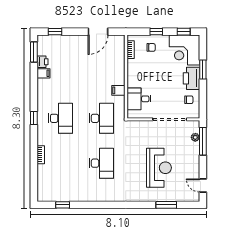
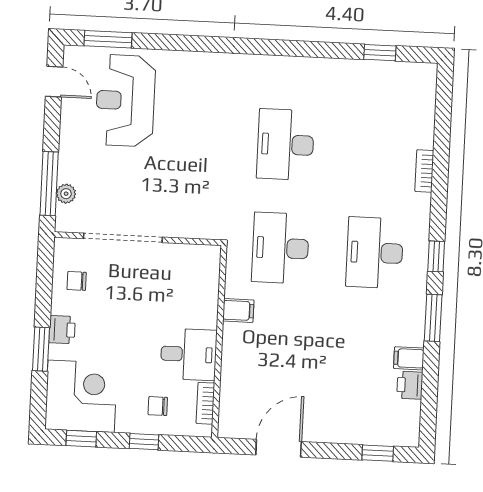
window: (34, 52) -> (433, 318), moved
printer: (191, 78) -> (62, 330), width x0.53, depth x0.68
desk: (139, 99) -> (189, 354), moved
reception desk: (159, 168) -> (125, 101), moved
window: (166, 205) -> (108, 39), moved

